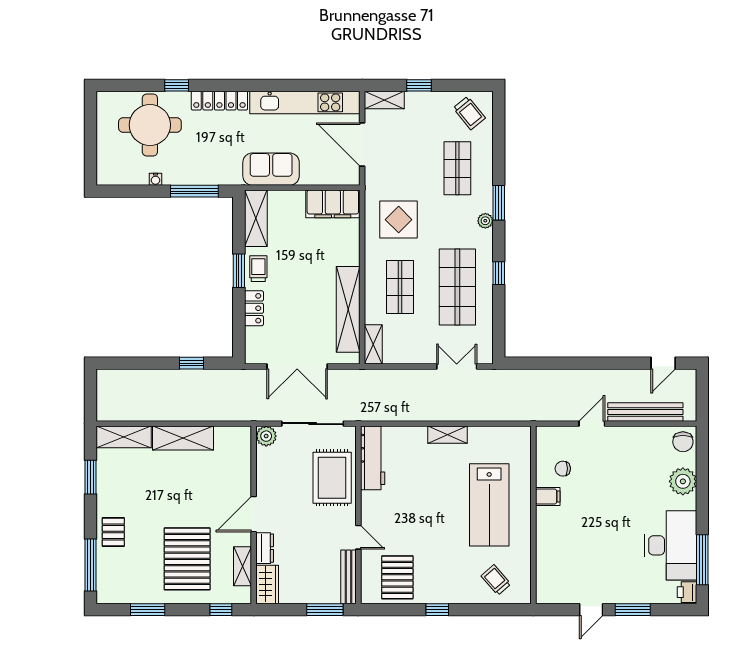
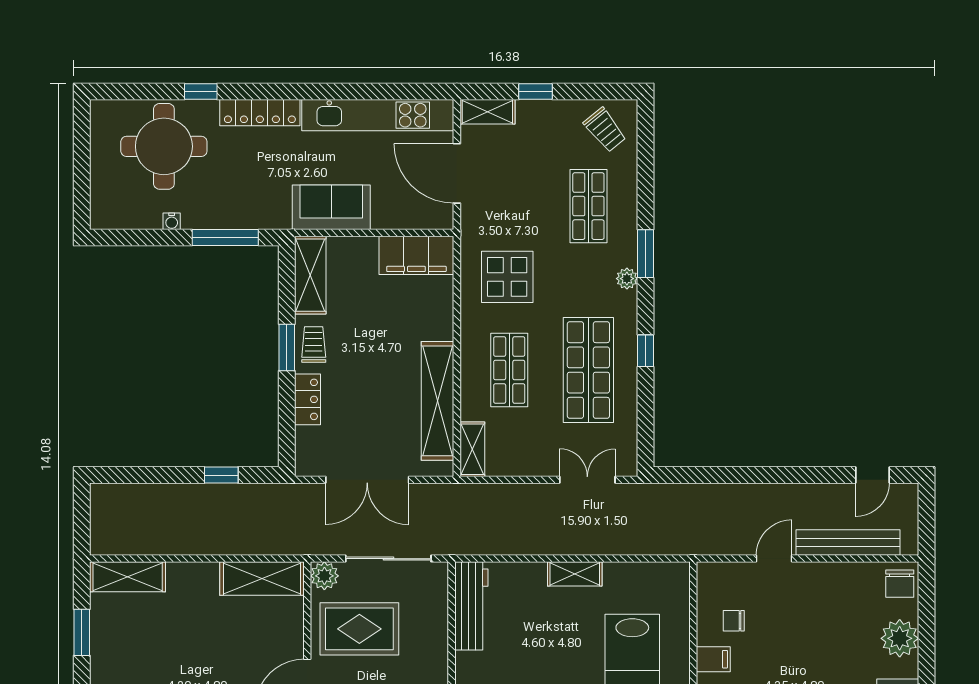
shelving: (183, 438) -> (262, 579), moved
rug: (332, 478) -> (359, 629), moved, turned 90

